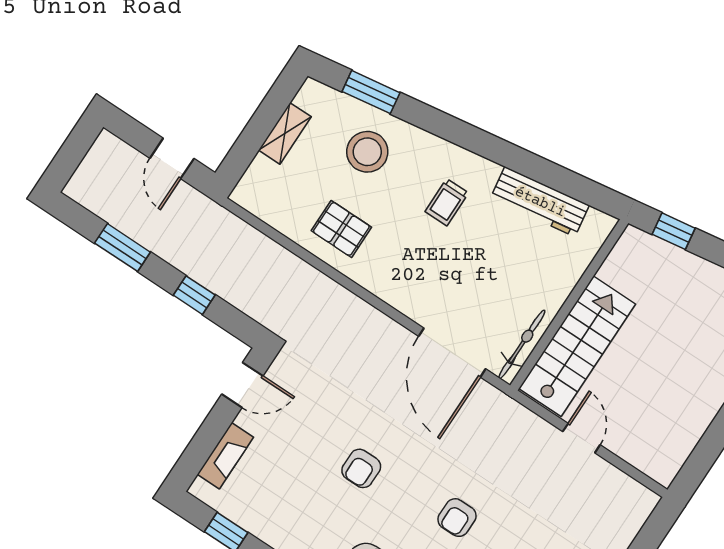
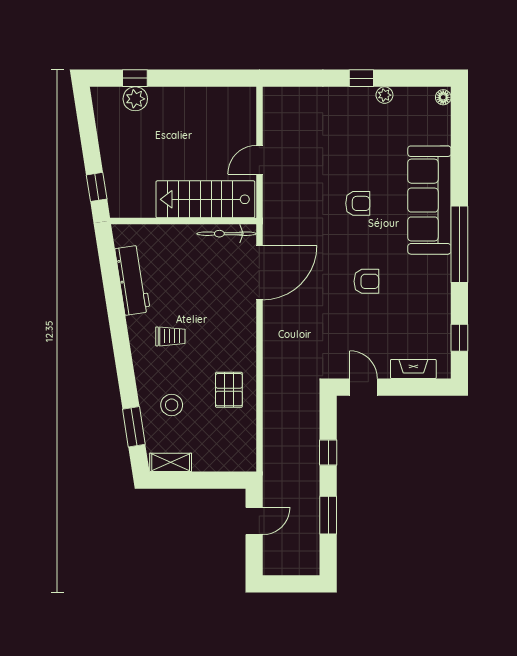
shelving: (285, 133) -> (171, 462), moved
stool: (367, 152) -> (172, 405), width x0.73, depth x0.73

